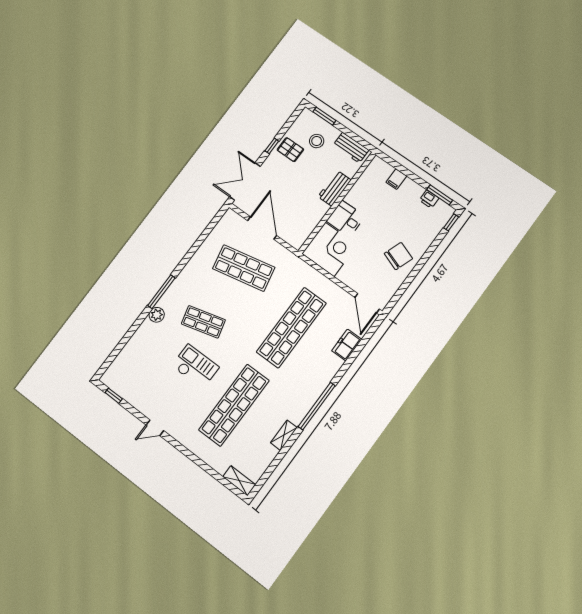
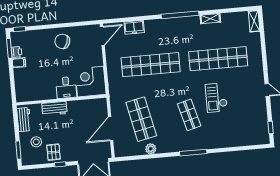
filing cabinet: (396, 179) -> (19, 63), moved
plant: (157, 315) -> (151, 149), moved

